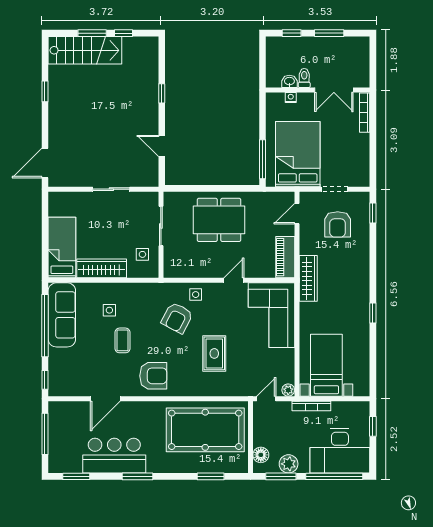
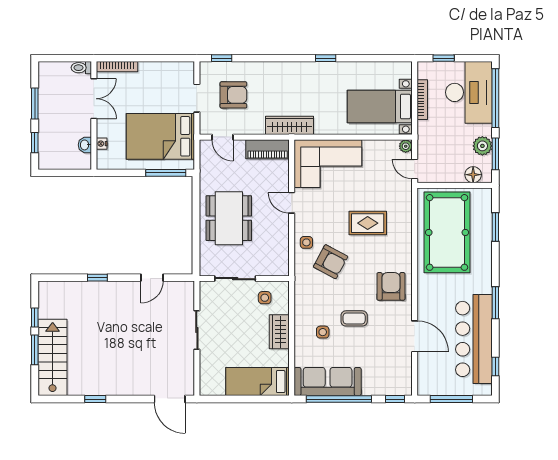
toilet: (304, 78) -> (81, 68), moved
wardrobe: (102, 268) -> (279, 332), width x0.67
bookcase: (311, 406) -> (422, 100), moved
bar counter: (114, 456) -> (474, 339), width x1.36
window: (76, 476) -> (495, 367), width x0.67

